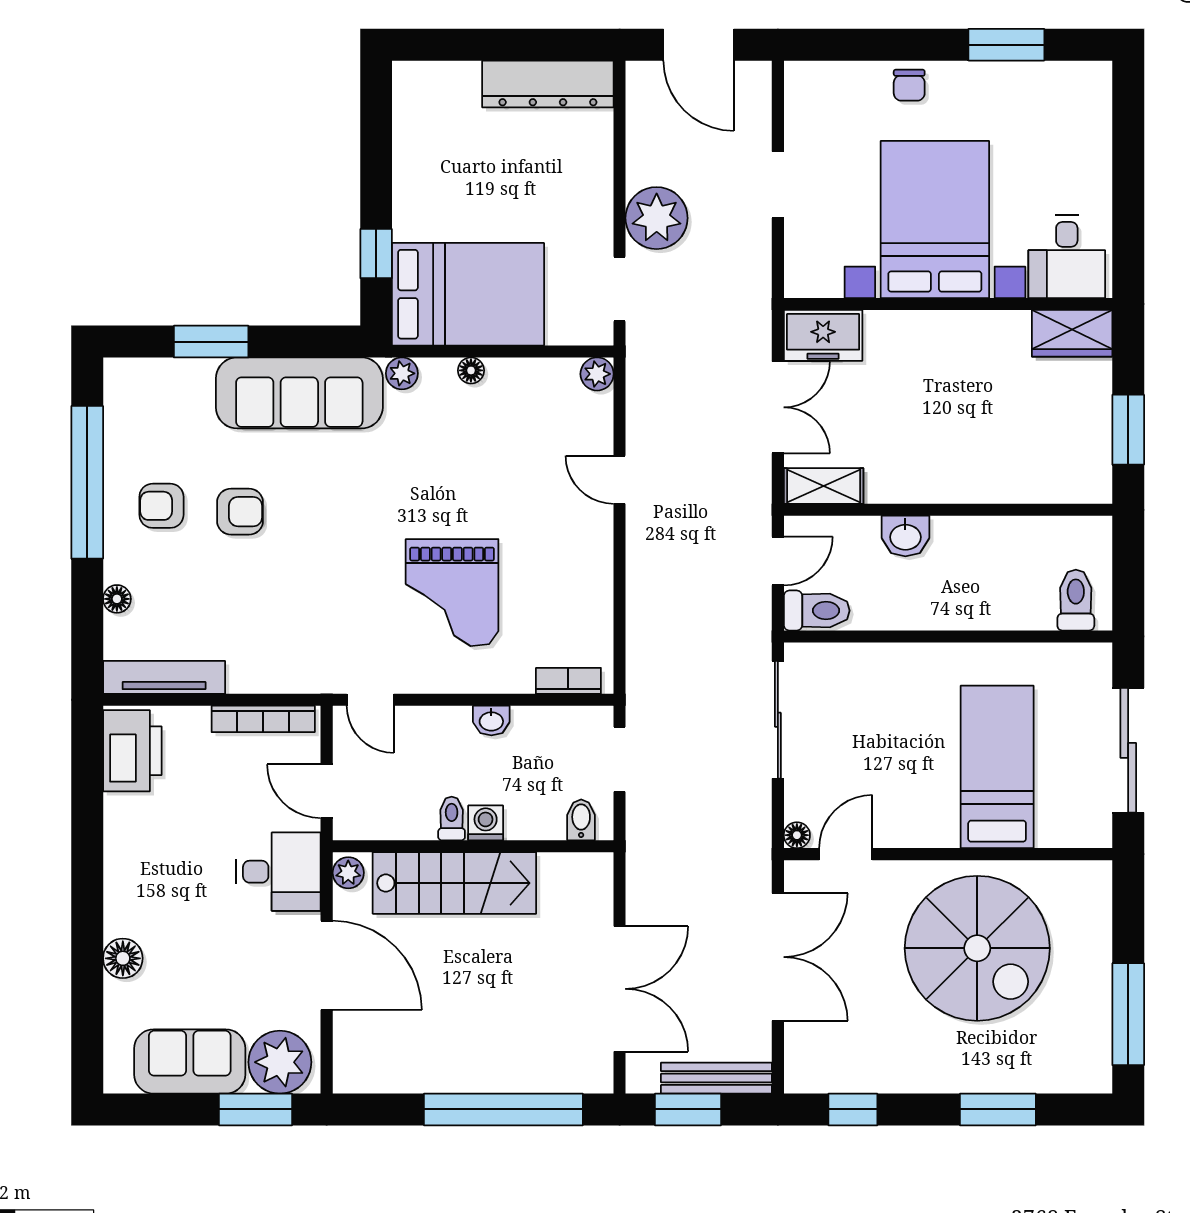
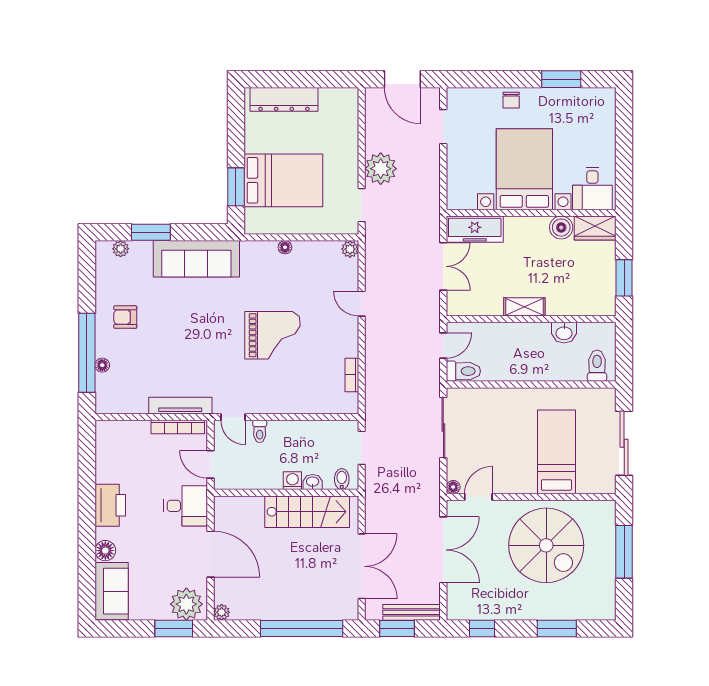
dresser: (548, 84) -> (284, 99), moved
doorway: (778, 185) -> (443, 127), moved
window: (376, 254) -> (236, 187), width x1.50
bed: (468, 294) -> (283, 180), moved
boiler: (1006, 332) -> (561, 228), added
freezer: (823, 335) -> (475, 229), width x1.40
plant: (402, 373) -> (121, 249), moved
window: (87, 482) -> (87, 353), moved
shelving: (824, 486) -> (524, 307), moved
armchair: (240, 512) -> (166, 320), removed
washbasin: (905, 536) -> (564, 333), moved
grand piano: (452, 593) -> (273, 335), moved, turned -90
tv unit: (164, 677) -> (180, 406), moved
bookcase: (568, 681) -> (352, 375), moved, turned -90
washbasin: (491, 721) -> (313, 482), moved, turned 180
printer: (132, 751) -> (110, 505), moved
toilet: (452, 818) -> (260, 431), moved, turned 180
plant: (348, 873) -> (222, 612), moved
stairs: (454, 883) -> (307, 512), moved
window: (1128, 1014) -> (624, 552), moved
sofa: (190, 1062) -> (112, 591), moved, turned 90

